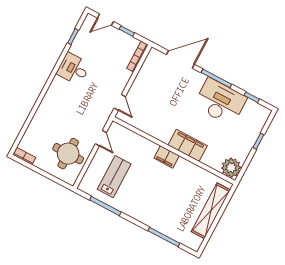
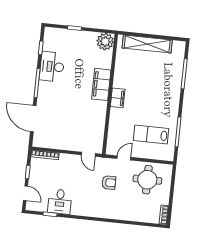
desk: (73, 69) -> (60, 201), moved
door: (120, 102) -> (88, 154), swing flipped
desk: (220, 102) -> (52, 67), width x0.73, depth x0.77
armchair: (81, 112) -> (109, 183), added

